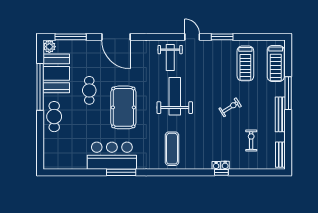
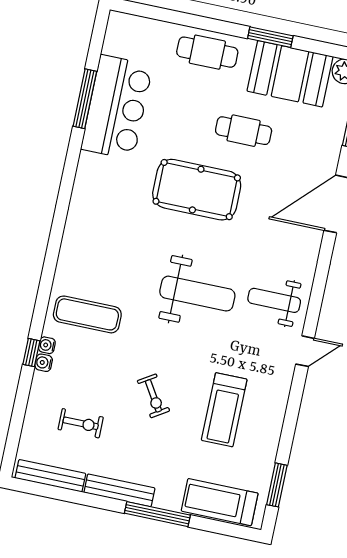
window: (222, 37) -> (277, 485), moved
treadmill: (245, 63) -> (224, 410), moved, turned -90
window: (40, 87) -> (270, 37), width x0.47
exercise mat: (172, 149) -> (87, 314), moved
bench: (280, 155) -> (50, 476), width x1.36
bar counter: (112, 156) -> (117, 107), moved
window: (121, 172) -> (85, 99), moved

